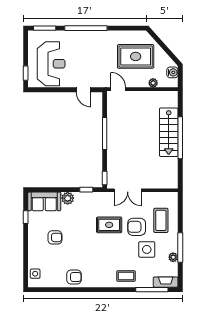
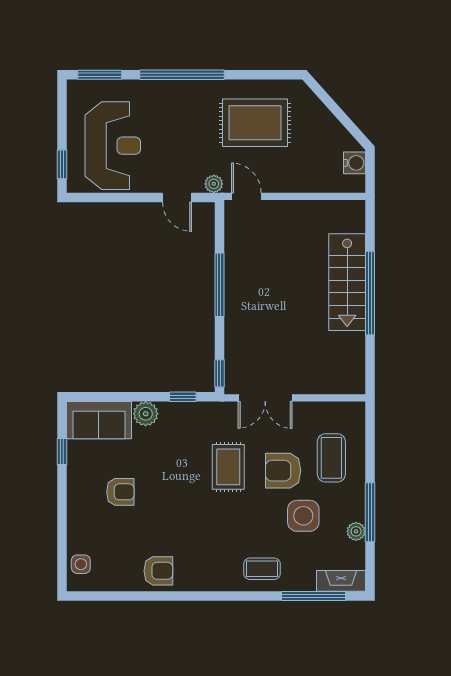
rug: (136, 56) -> (255, 123), moved
plant: (153, 83) -> (214, 184), moved
rug: (109, 225) -> (228, 467), turned 90

